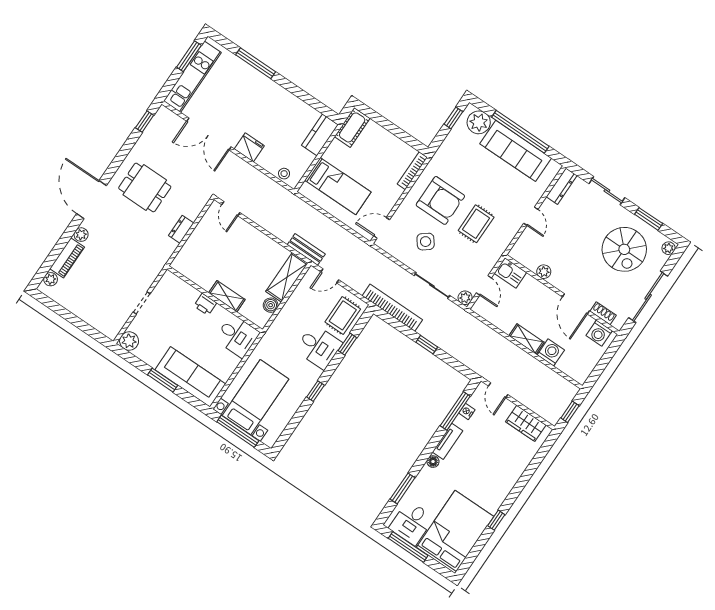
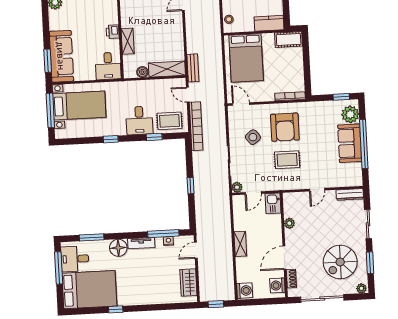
sofa: (516, 151) -> (350, 143), width x0.73
bed: (338, 186) -> (246, 58), width x1.50
bookcase: (392, 308) -> (196, 126), moved
washing machine: (551, 352) -> (245, 291), moved
window: (163, 380) -> (48, 61), moved
floor lamp: (433, 462) -> (118, 248), width x1.89, depth x1.89

